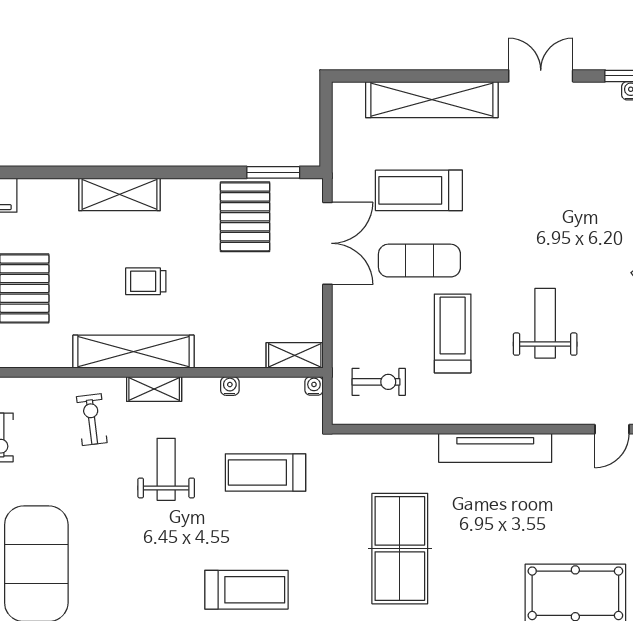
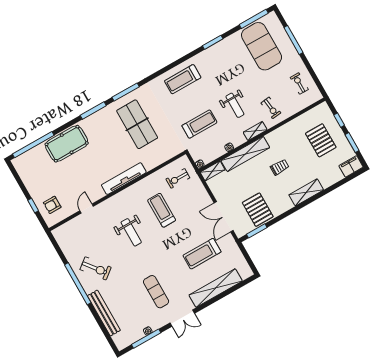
treadmill: (419, 190) -> (202, 254), turned 180
exercise mat: (419, 261) -> (156, 292), moved, turned 90
treadmill: (453, 333) -> (162, 210), turned 180
shelving: (133, 352) -> (245, 154), moved

